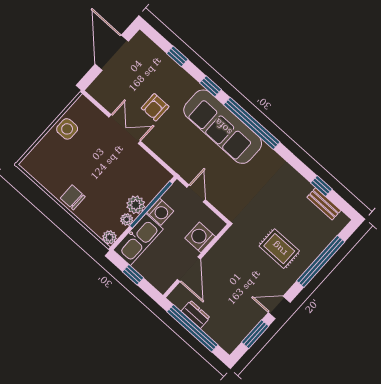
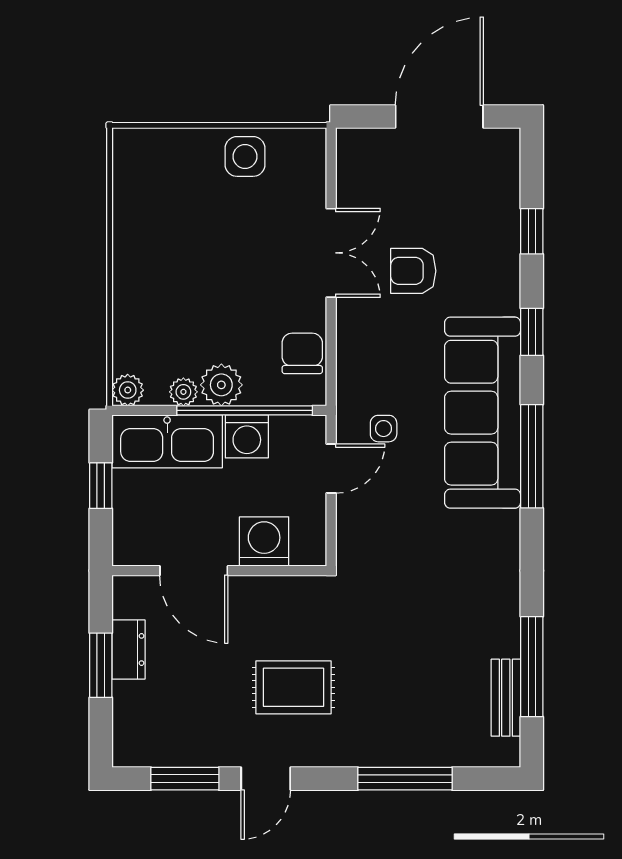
window: (252, 123) -> (532, 456), width x0.68
side table: (198, 164) -> (384, 429), added
window: (321, 186) -> (532, 667), width x2.17
chair: (73, 197) -> (302, 353), moved
rug: (279, 249) -> (293, 687), moved, turned 90
window: (321, 261) -> (405, 779), width x0.68
door: (189, 269) -> (194, 571), hinge flipped
door: (279, 307) -> (266, 779), swing flipped
window: (192, 328) -> (101, 665), width x0.47

